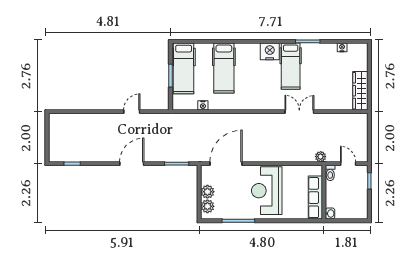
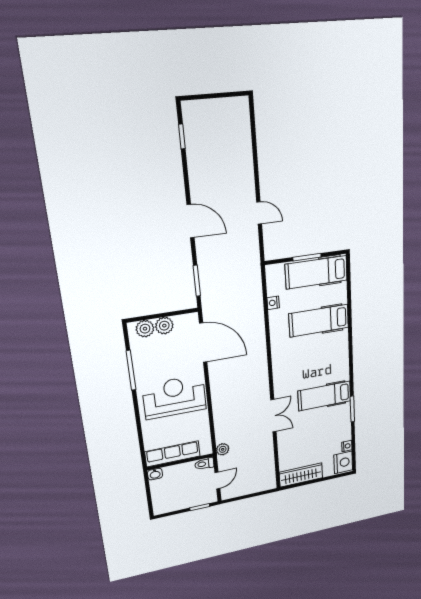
nightstand: (270, 51) -> (343, 462), moved

